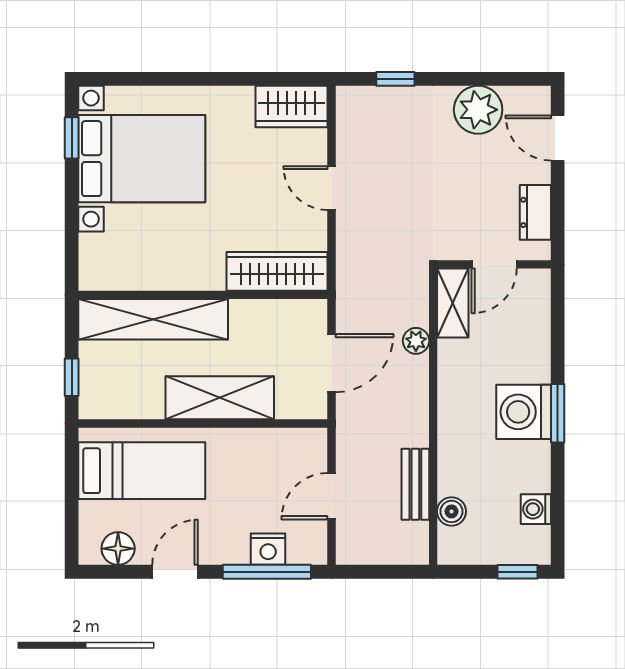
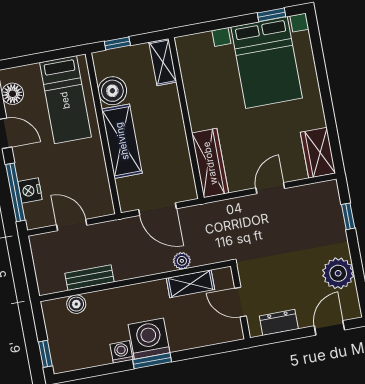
shelving: (453, 303) -> (190, 284), moved
shelving: (153, 319) -> (163, 62), width x0.45, depth x0.75
boiler: (141, 398) -> (112, 91), added
washing machine: (536, 509) -> (121, 352), moved

